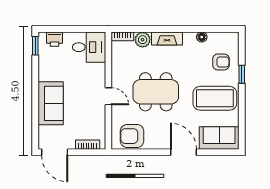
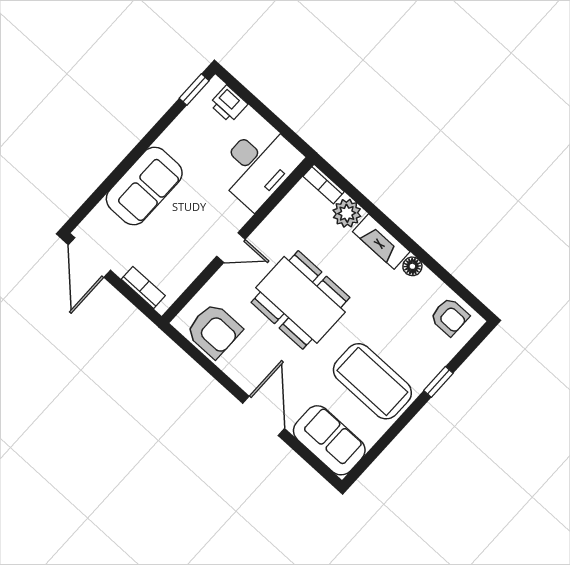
floor lamp: (202, 37) -> (412, 266), moved
desk: (89, 47) -> (258, 165), width x1.37
armchair: (221, 62) -> (450, 317), moved
door: (108, 96) -> (231, 248), hinge flipped
armchair: (132, 136) -> (214, 331), turned 180

